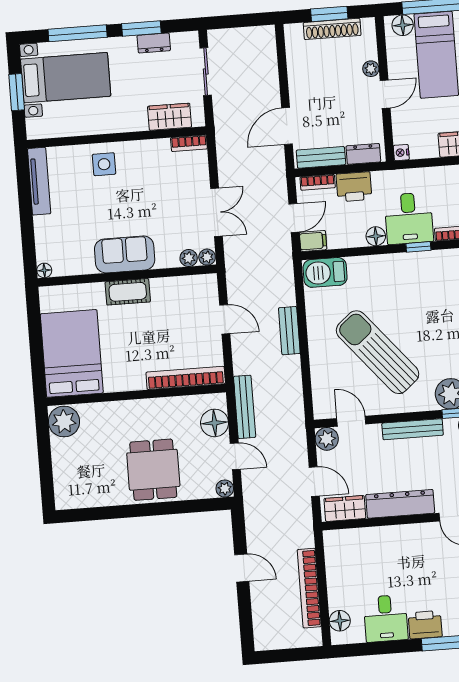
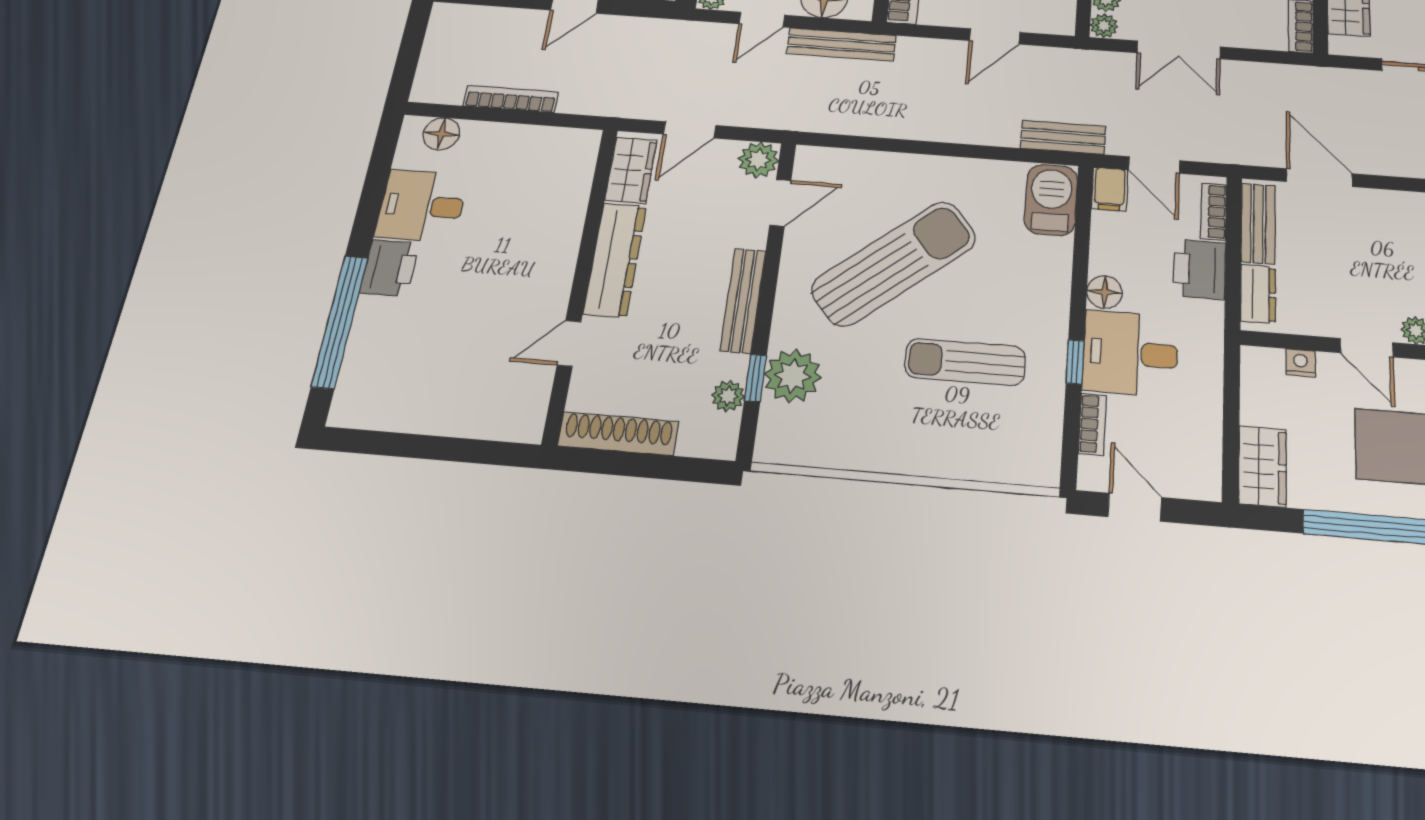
nightstand: (401, 153) -> (1301, 363), moved
sun lounger: (428, 305) -> (965, 362), added
bench: (289, 331) -> (1063, 137), moved
bookcase: (309, 588) -> (511, 99), width x0.68, depth x0.76

